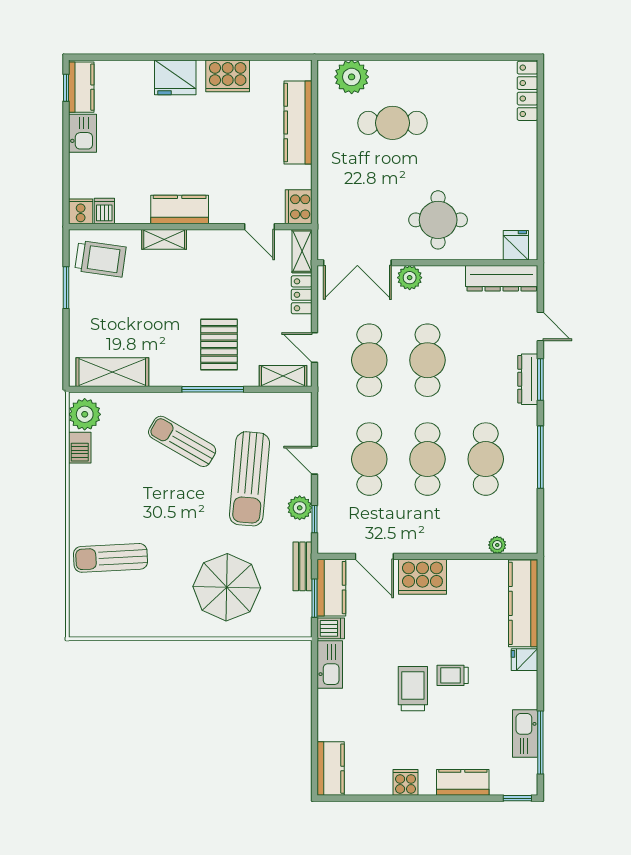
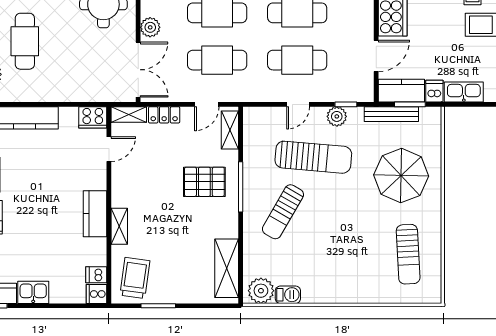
sun lounger: (111, 558) -> (408, 254), moved
bench: (303, 566) -> (391, 114), width x1.36

